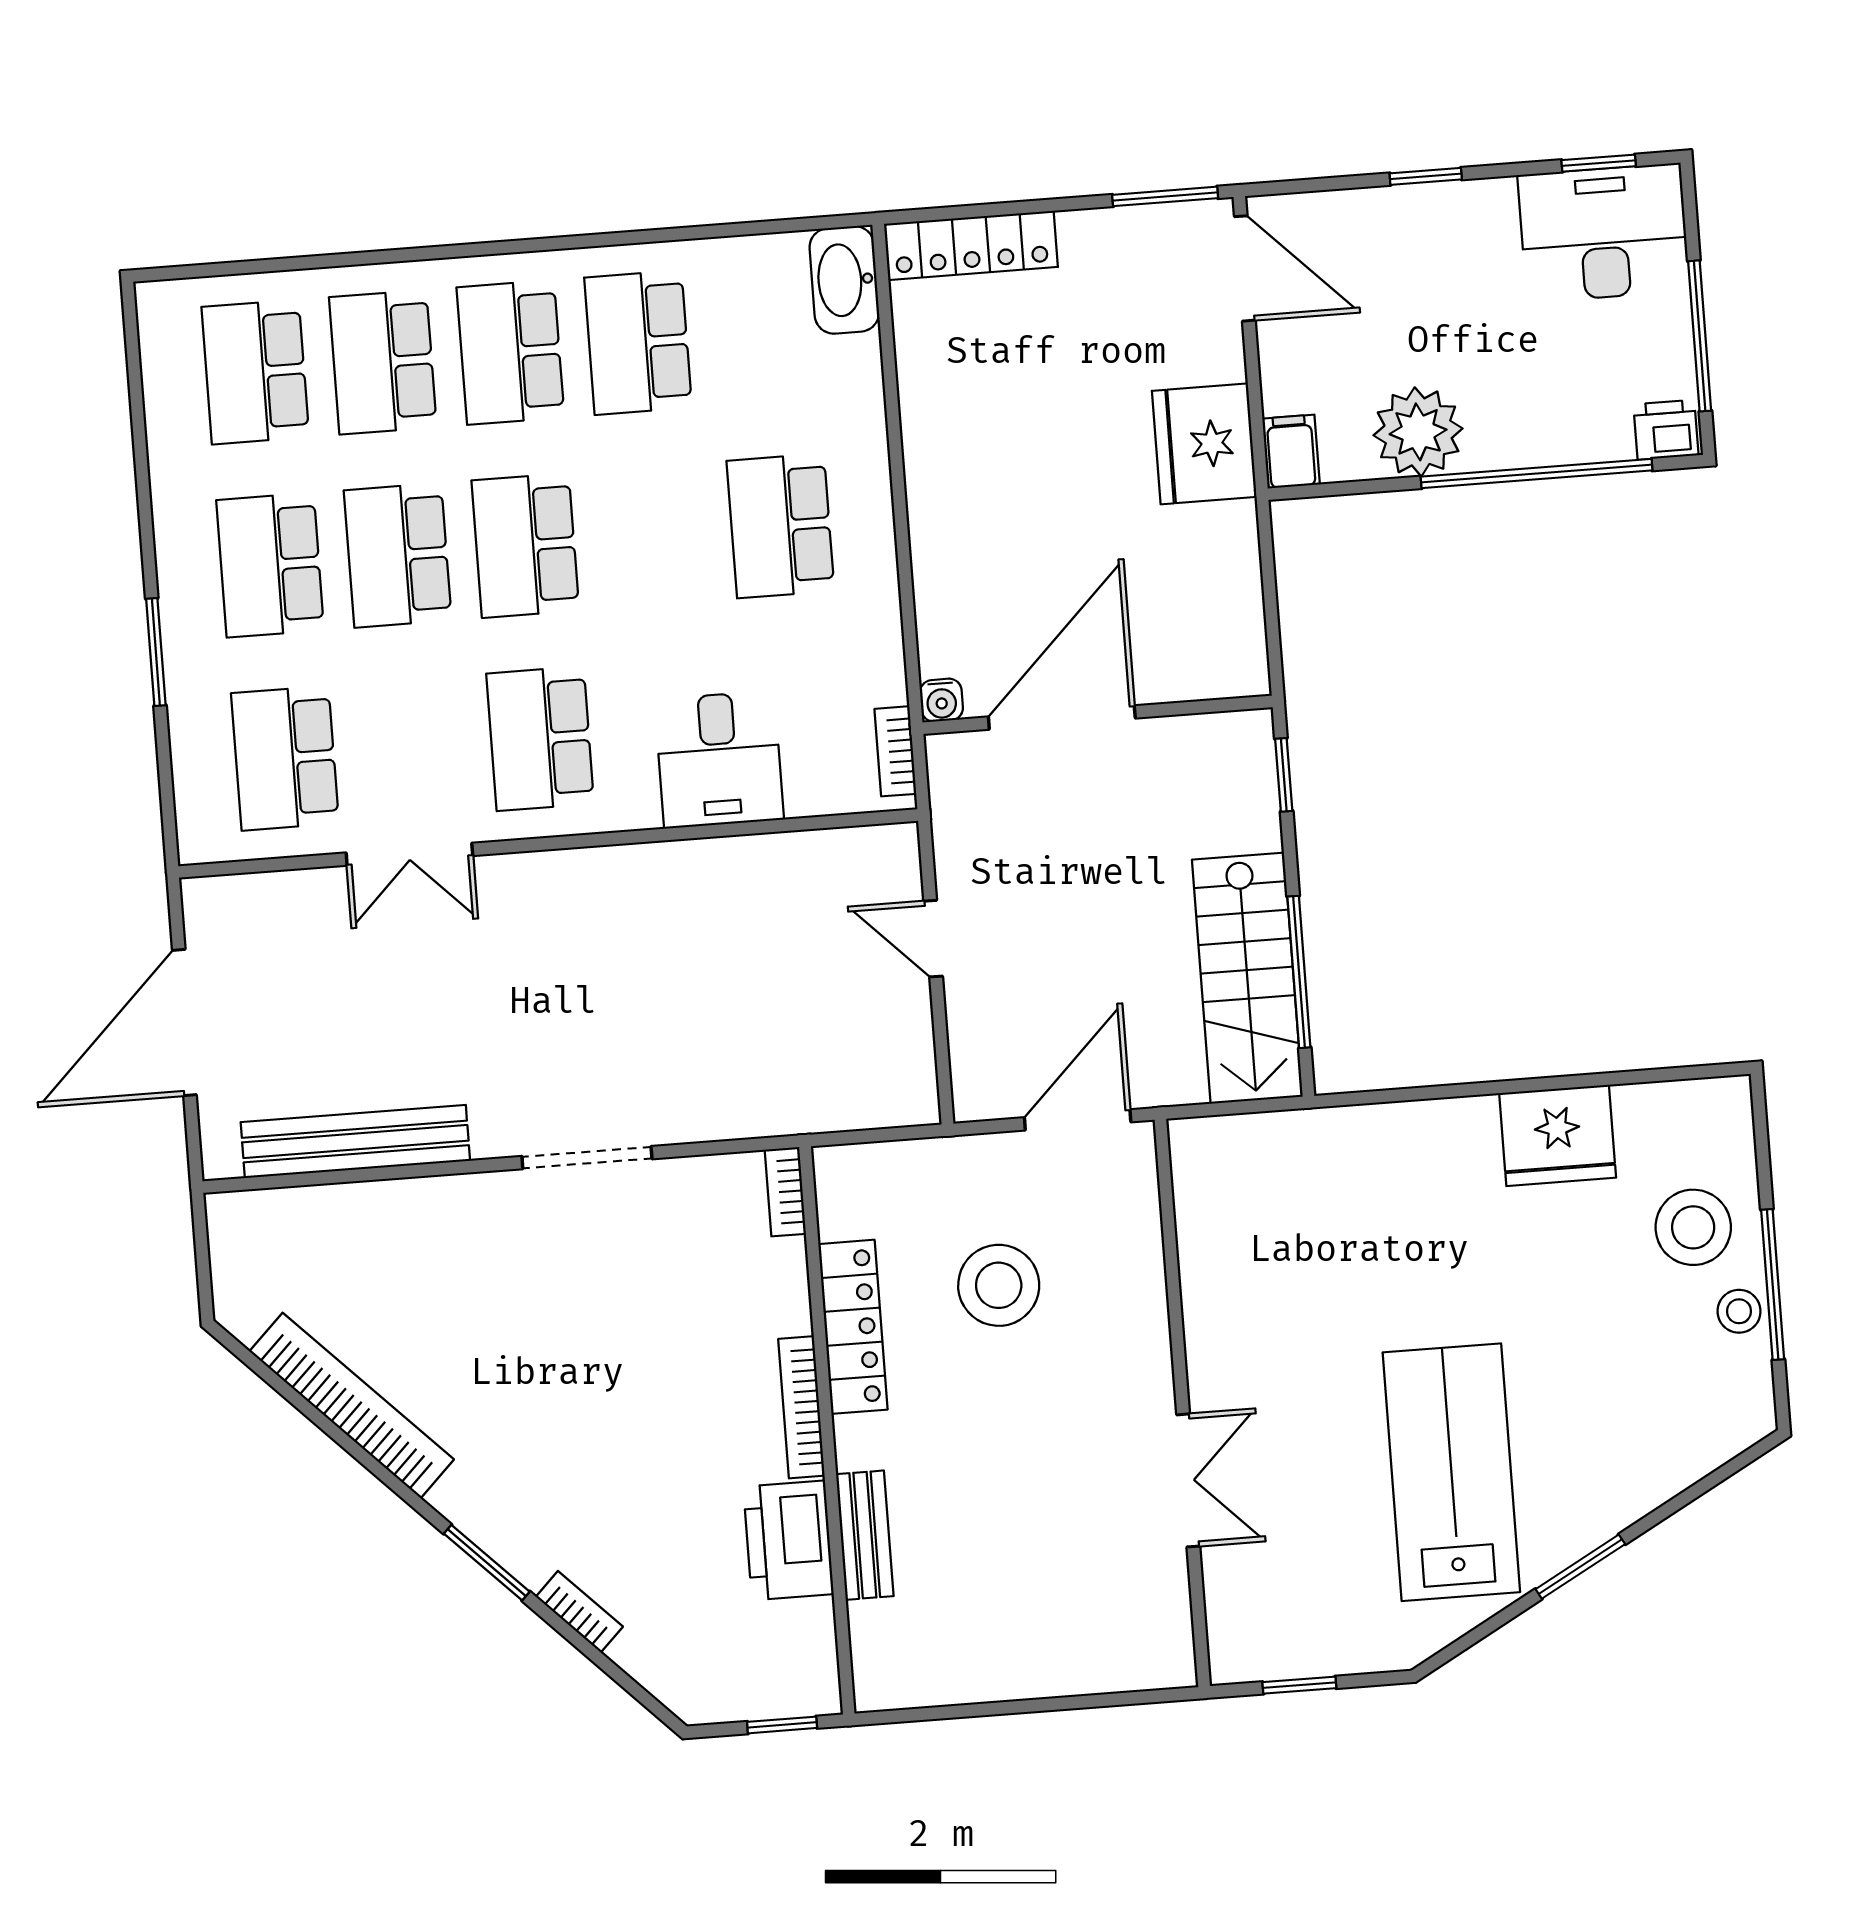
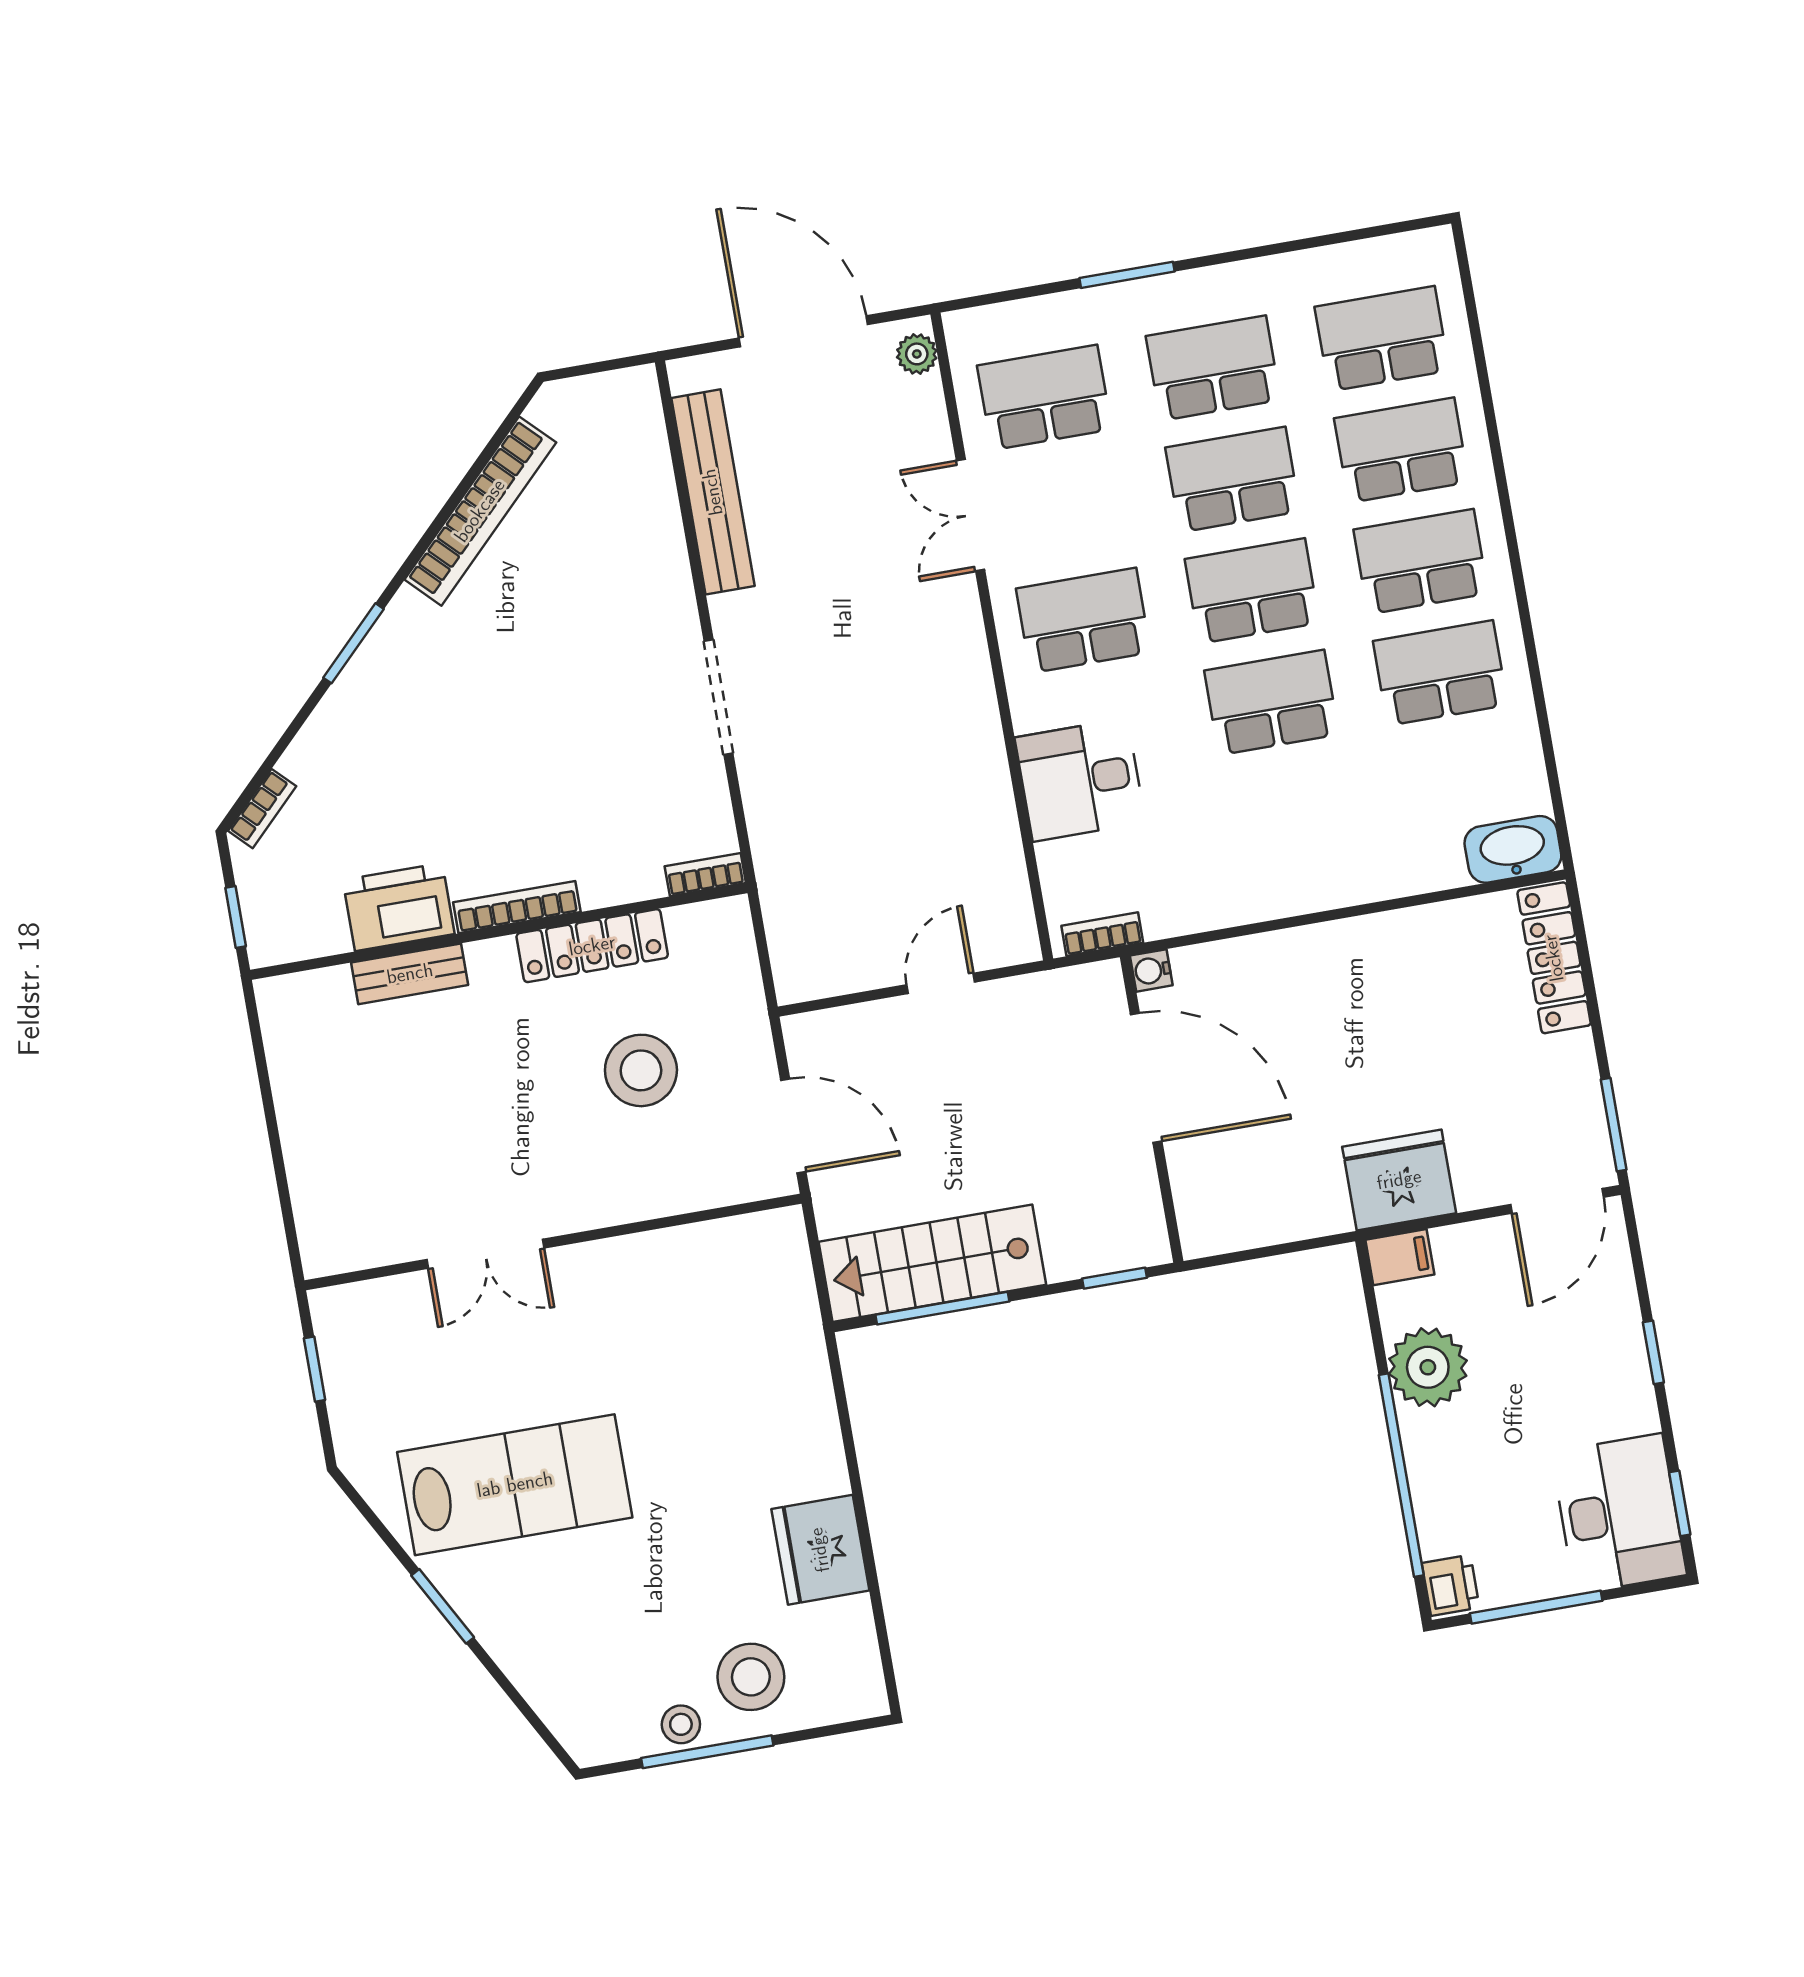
school desk: (780, 526) -> (1272, 702), moved
plant: (222, 897) -> (917, 354), added
bookcase: (579, 1612) -> (262, 809), moved

